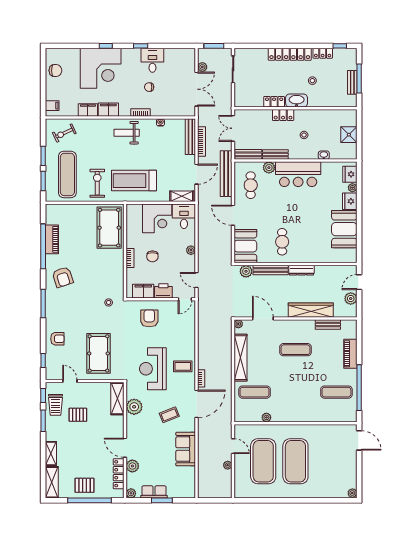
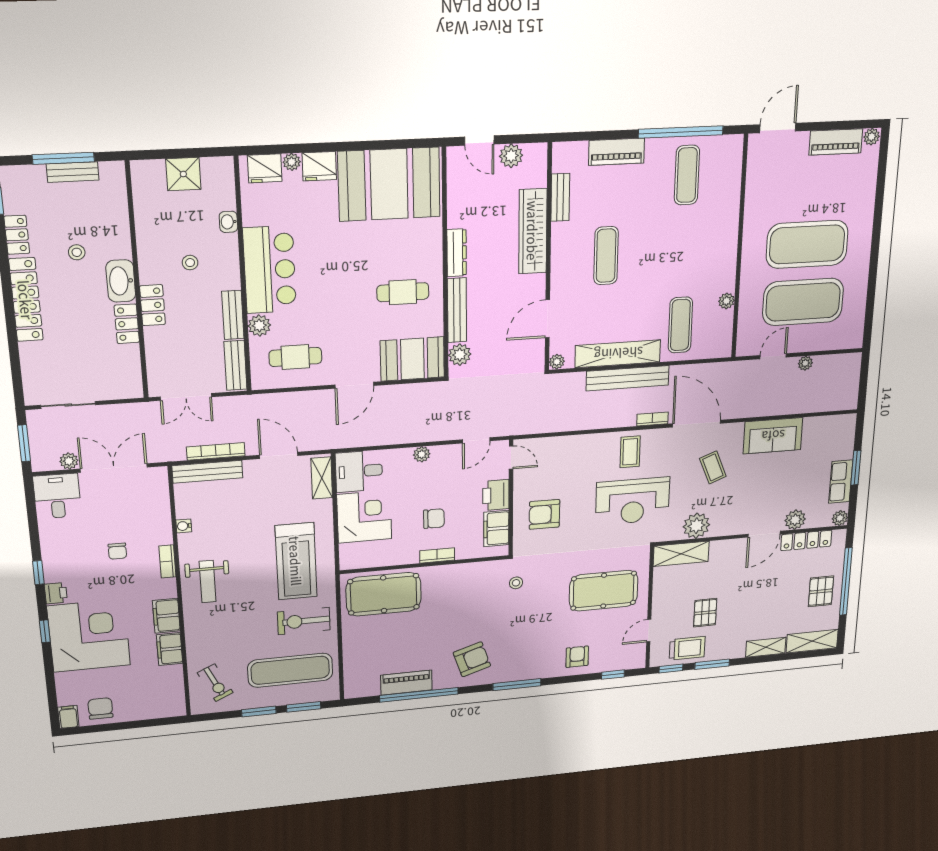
printer: (128, 53) -> (56, 593), added
desk: (152, 60) -> (57, 496), moved, turned 90
filing cabinet: (52, 106) -> (68, 717), moved
bench: (226, 174) -> (628, 378), moved
booth: (344, 229) -> (389, 184), width x1.36, depth x1.42
piano: (350, 473) -> (836, 142), added

